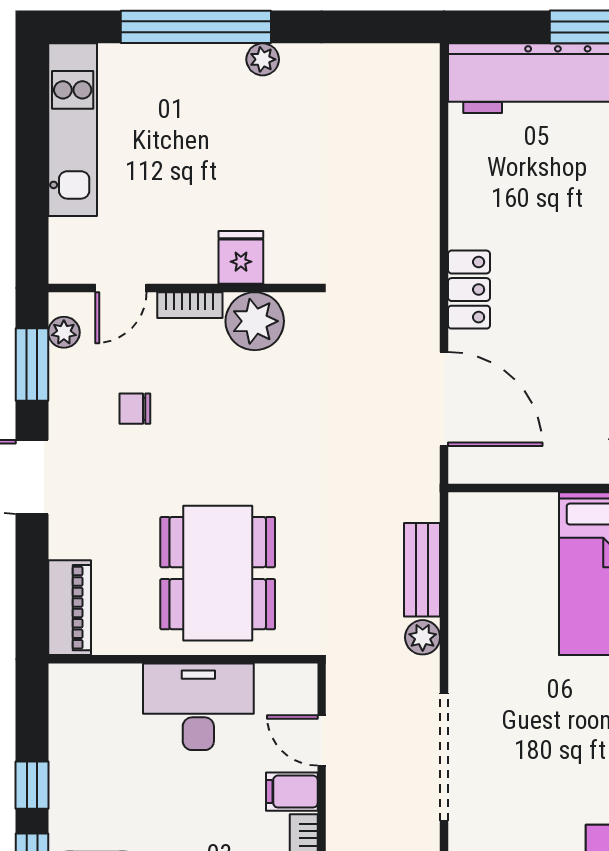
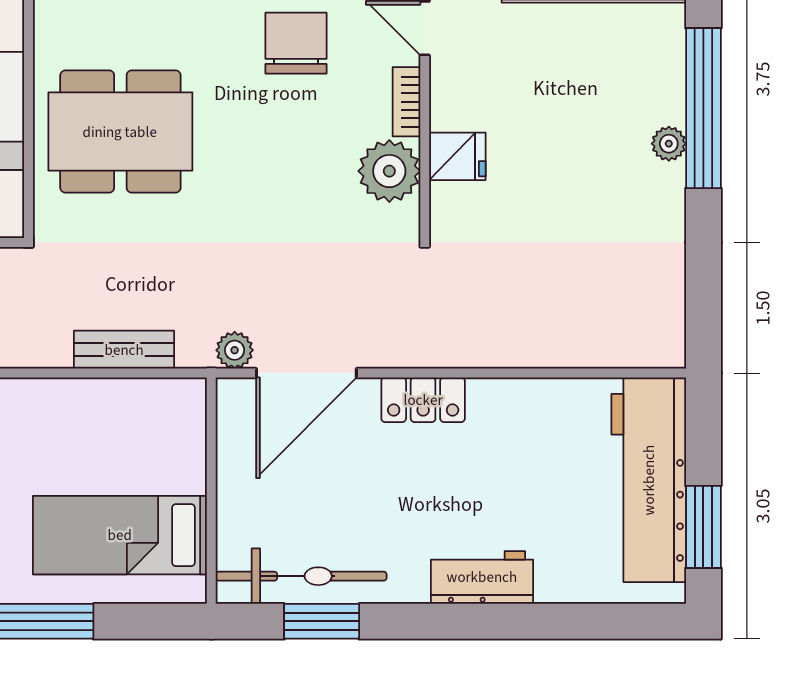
plant: (263, 59) -> (669, 144), moved
chair: (135, 409) -> (296, 43), width x1.87, depth x1.87
plant: (423, 637) -> (235, 350), moved

